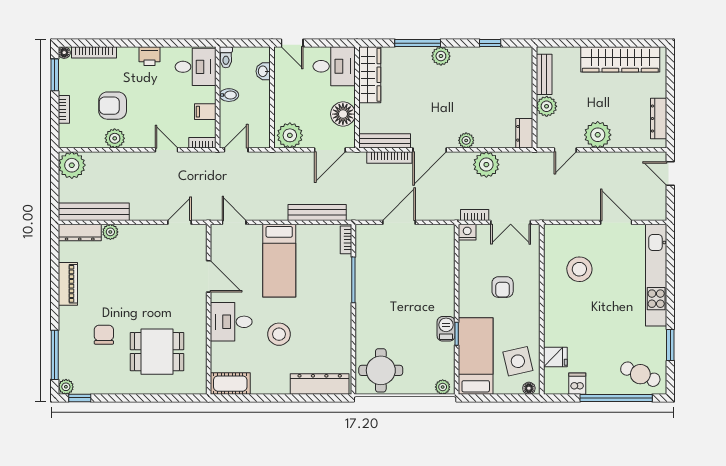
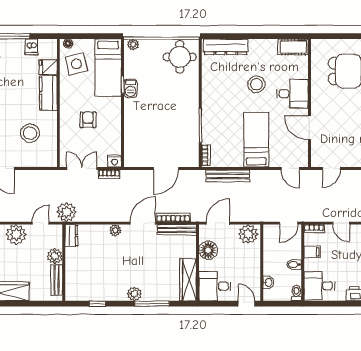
plant: (486, 165) -> (67, 212), moved
kitchen counter: (555, 323) -> (48, 93), added

